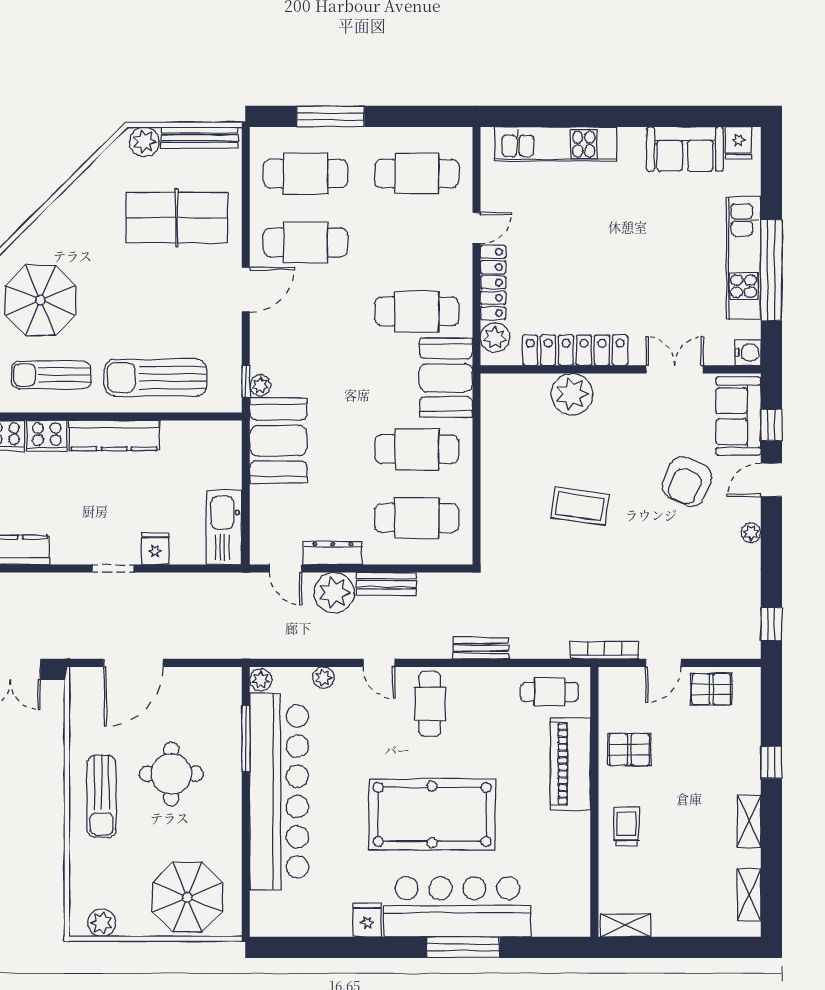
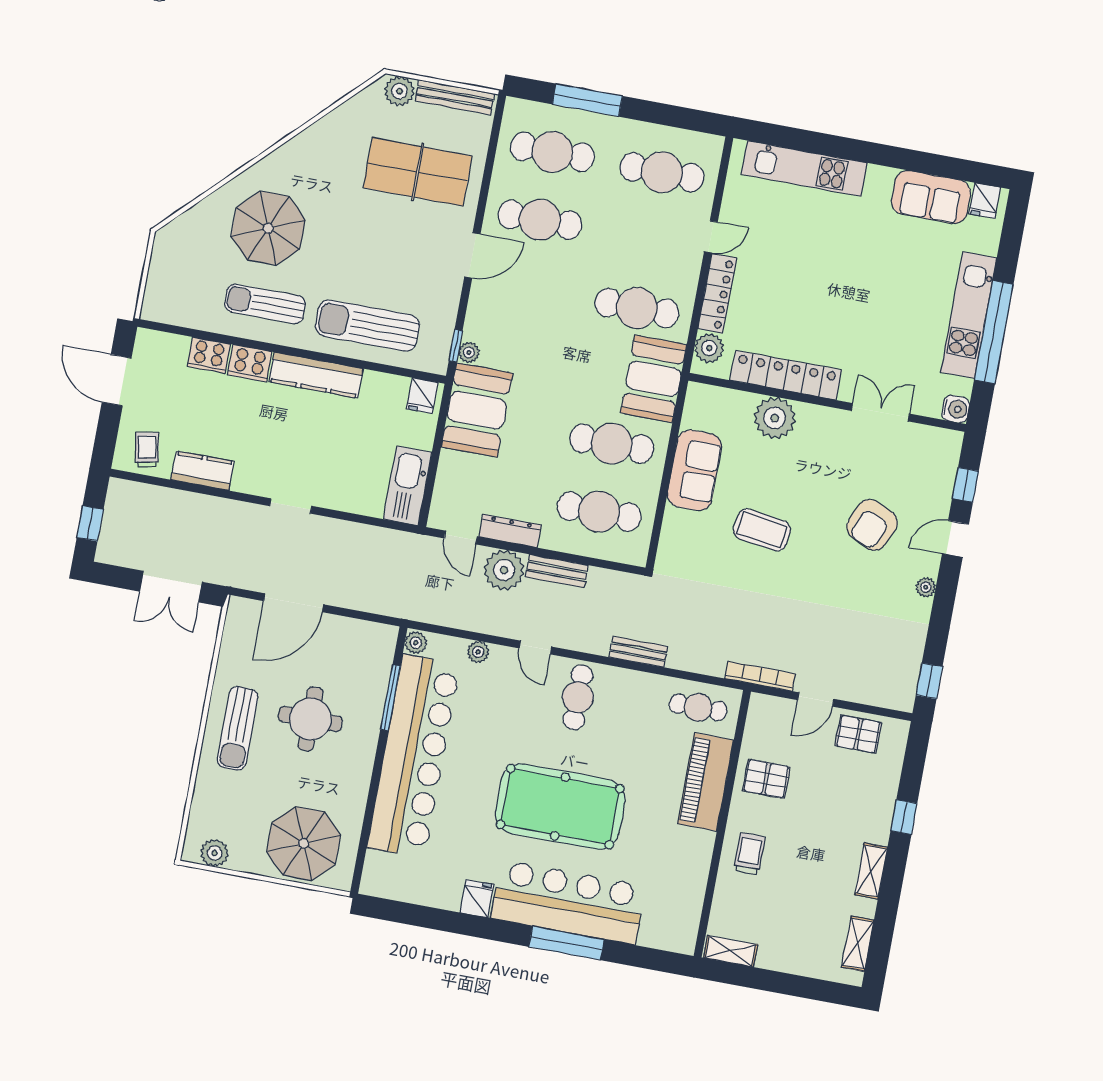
sofa: (738, 416) -> (695, 470), moved, turned 180
fridge: (155, 549) -> (422, 396), moved, turned 180

